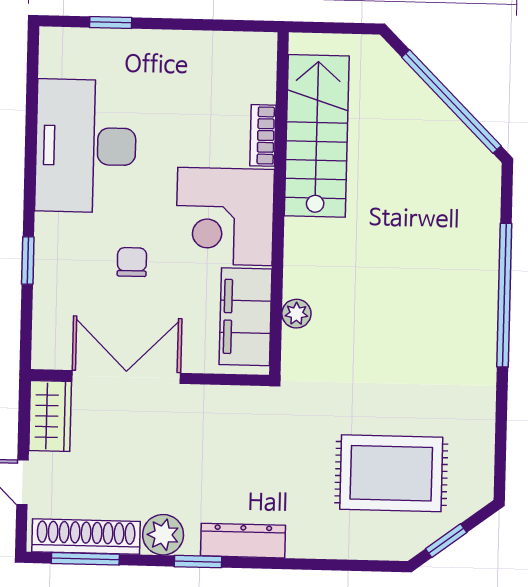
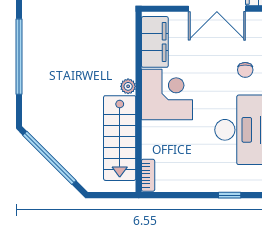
bookcase: (263, 135) -> (148, 175), moved
chair: (132, 262) -> (245, 70), moved
plant: (296, 314) -> (128, 86), moved

